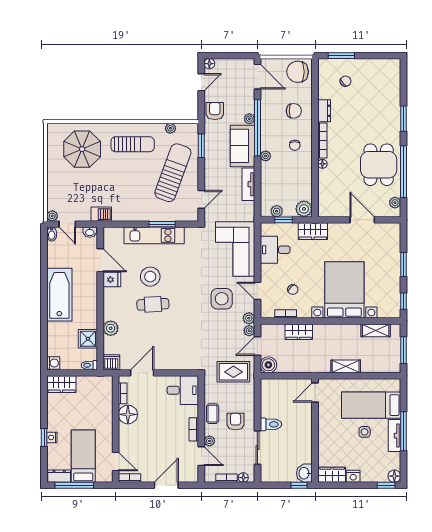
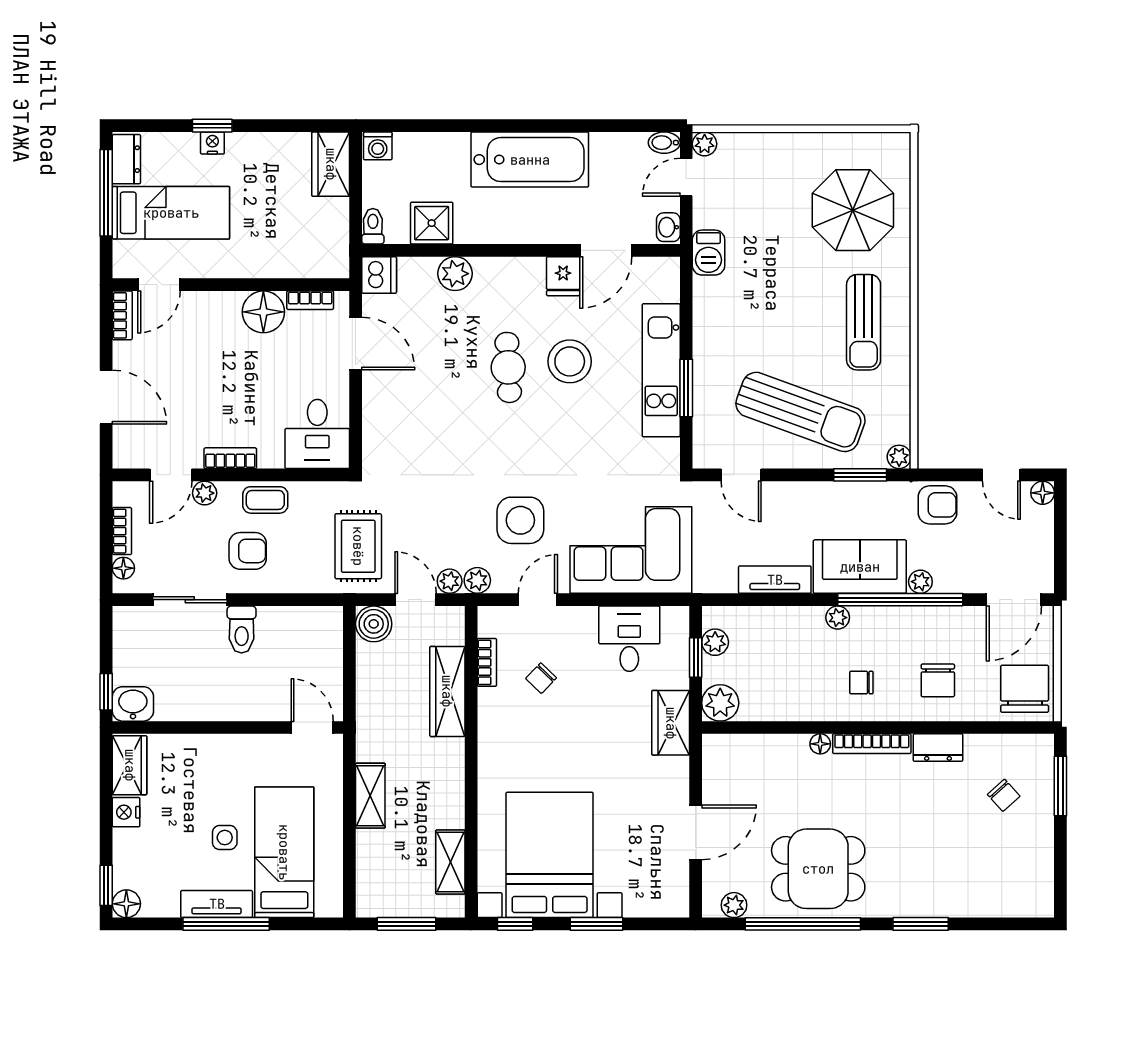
plant: (170, 128) -> (899, 457), moved
bed with nightstands: (344, 290) -> (550, 855), moved, turned -90
wardrobe: (299, 332) -> (447, 691), width x1.50

